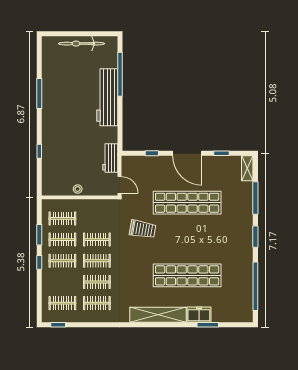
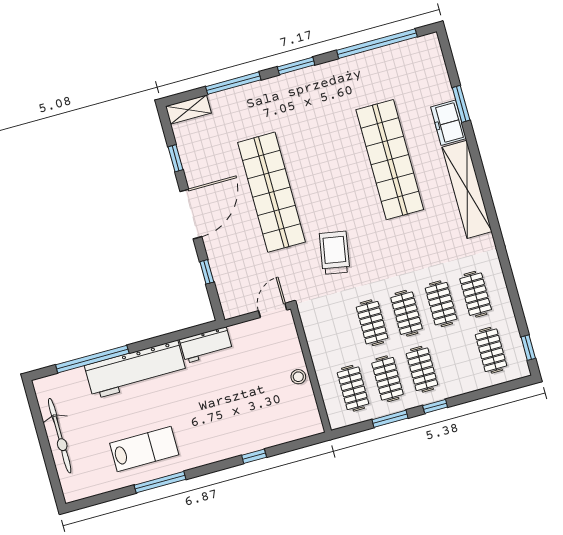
lab bench: (61, 90) -> (144, 449), added
workbench: (110, 158) -> (206, 345), moved

